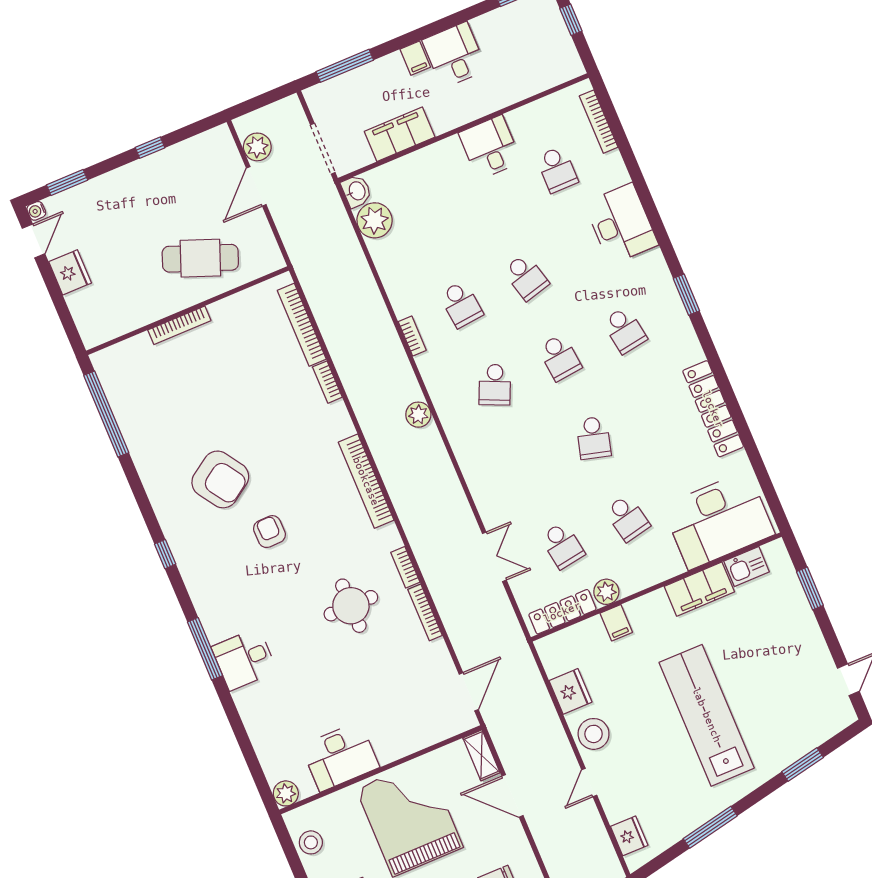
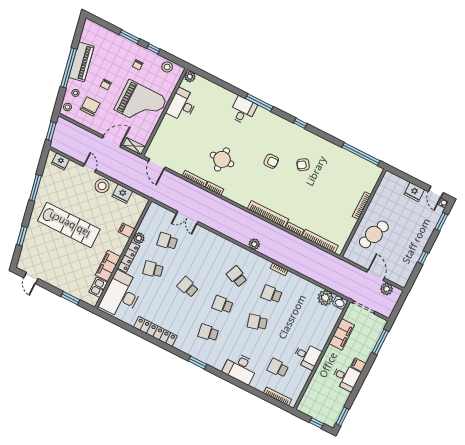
armchair: (220, 479) -> (303, 165), width x0.53, depth x0.53
bookcase: (366, 481) -> (268, 214), moved
locker: (562, 612) -> (129, 257), moved

